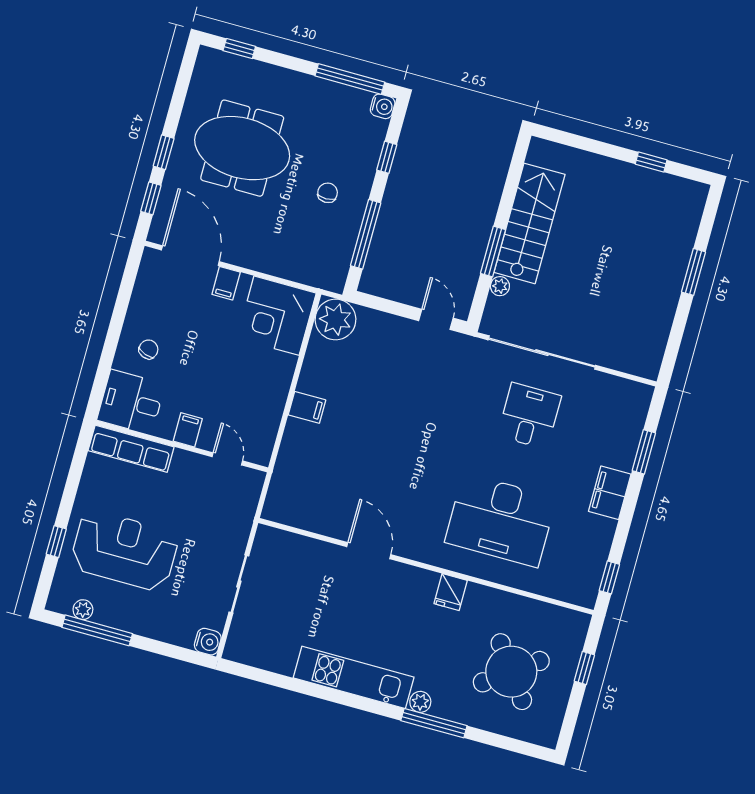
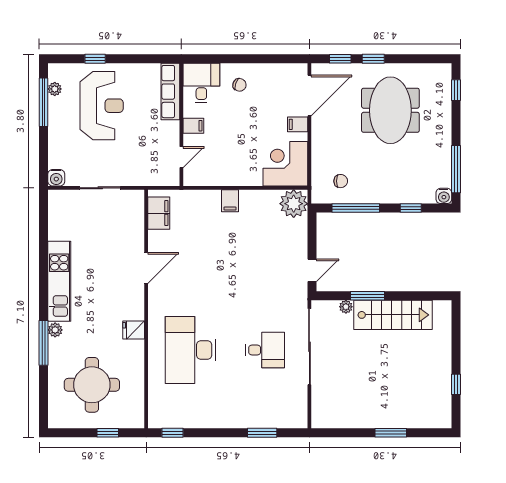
chair: (328, 193) -> (341, 181), moved
filing cabinet: (610, 493) -> (159, 213), moved, turned 90
round table: (511, 672) -> (92, 385), turned 36

